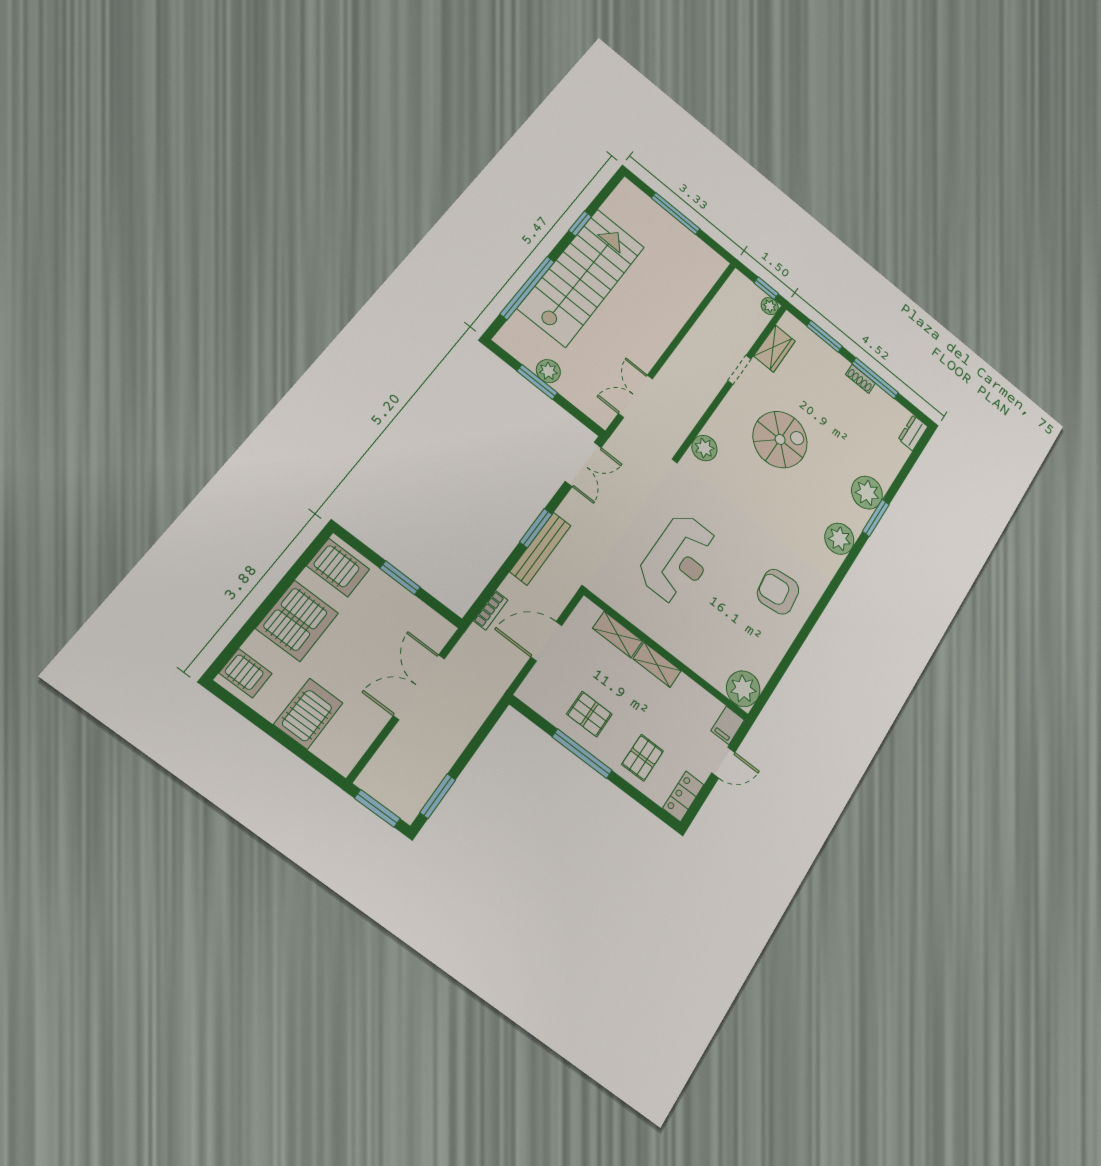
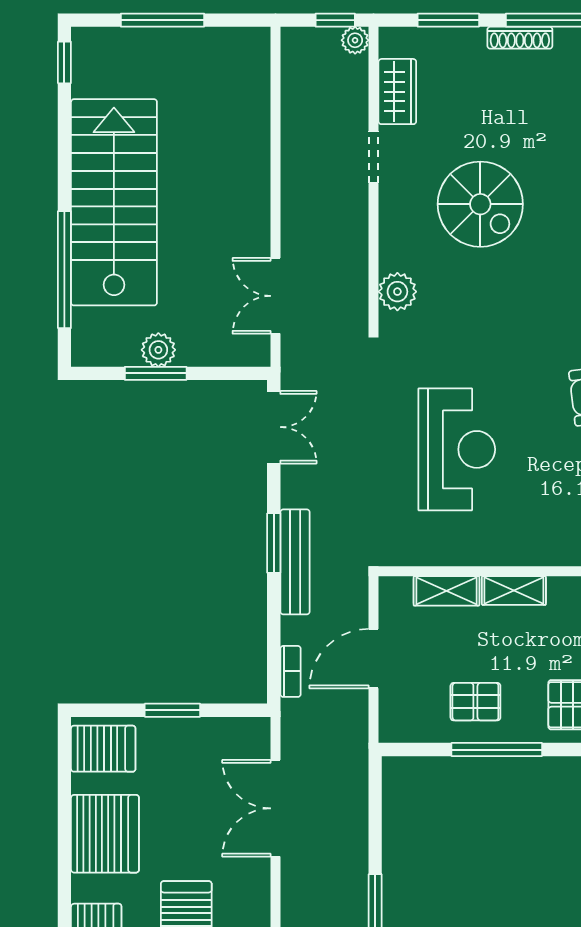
window: (580, 224) -> (64, 62), moved
shoe rack: (860, 379) -> (520, 38), width x1.43
spiral stairs: (780, 440) -> (480, 204), turned 90

